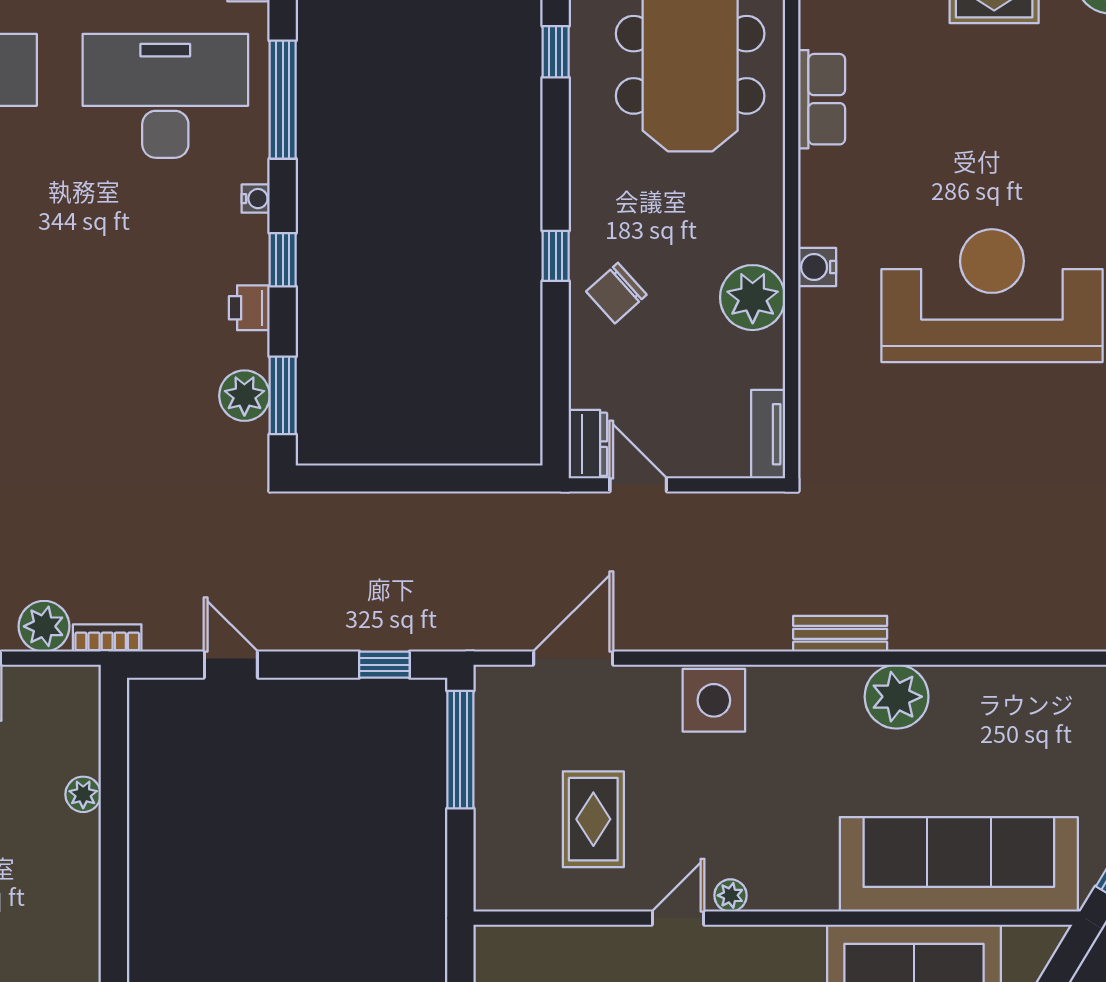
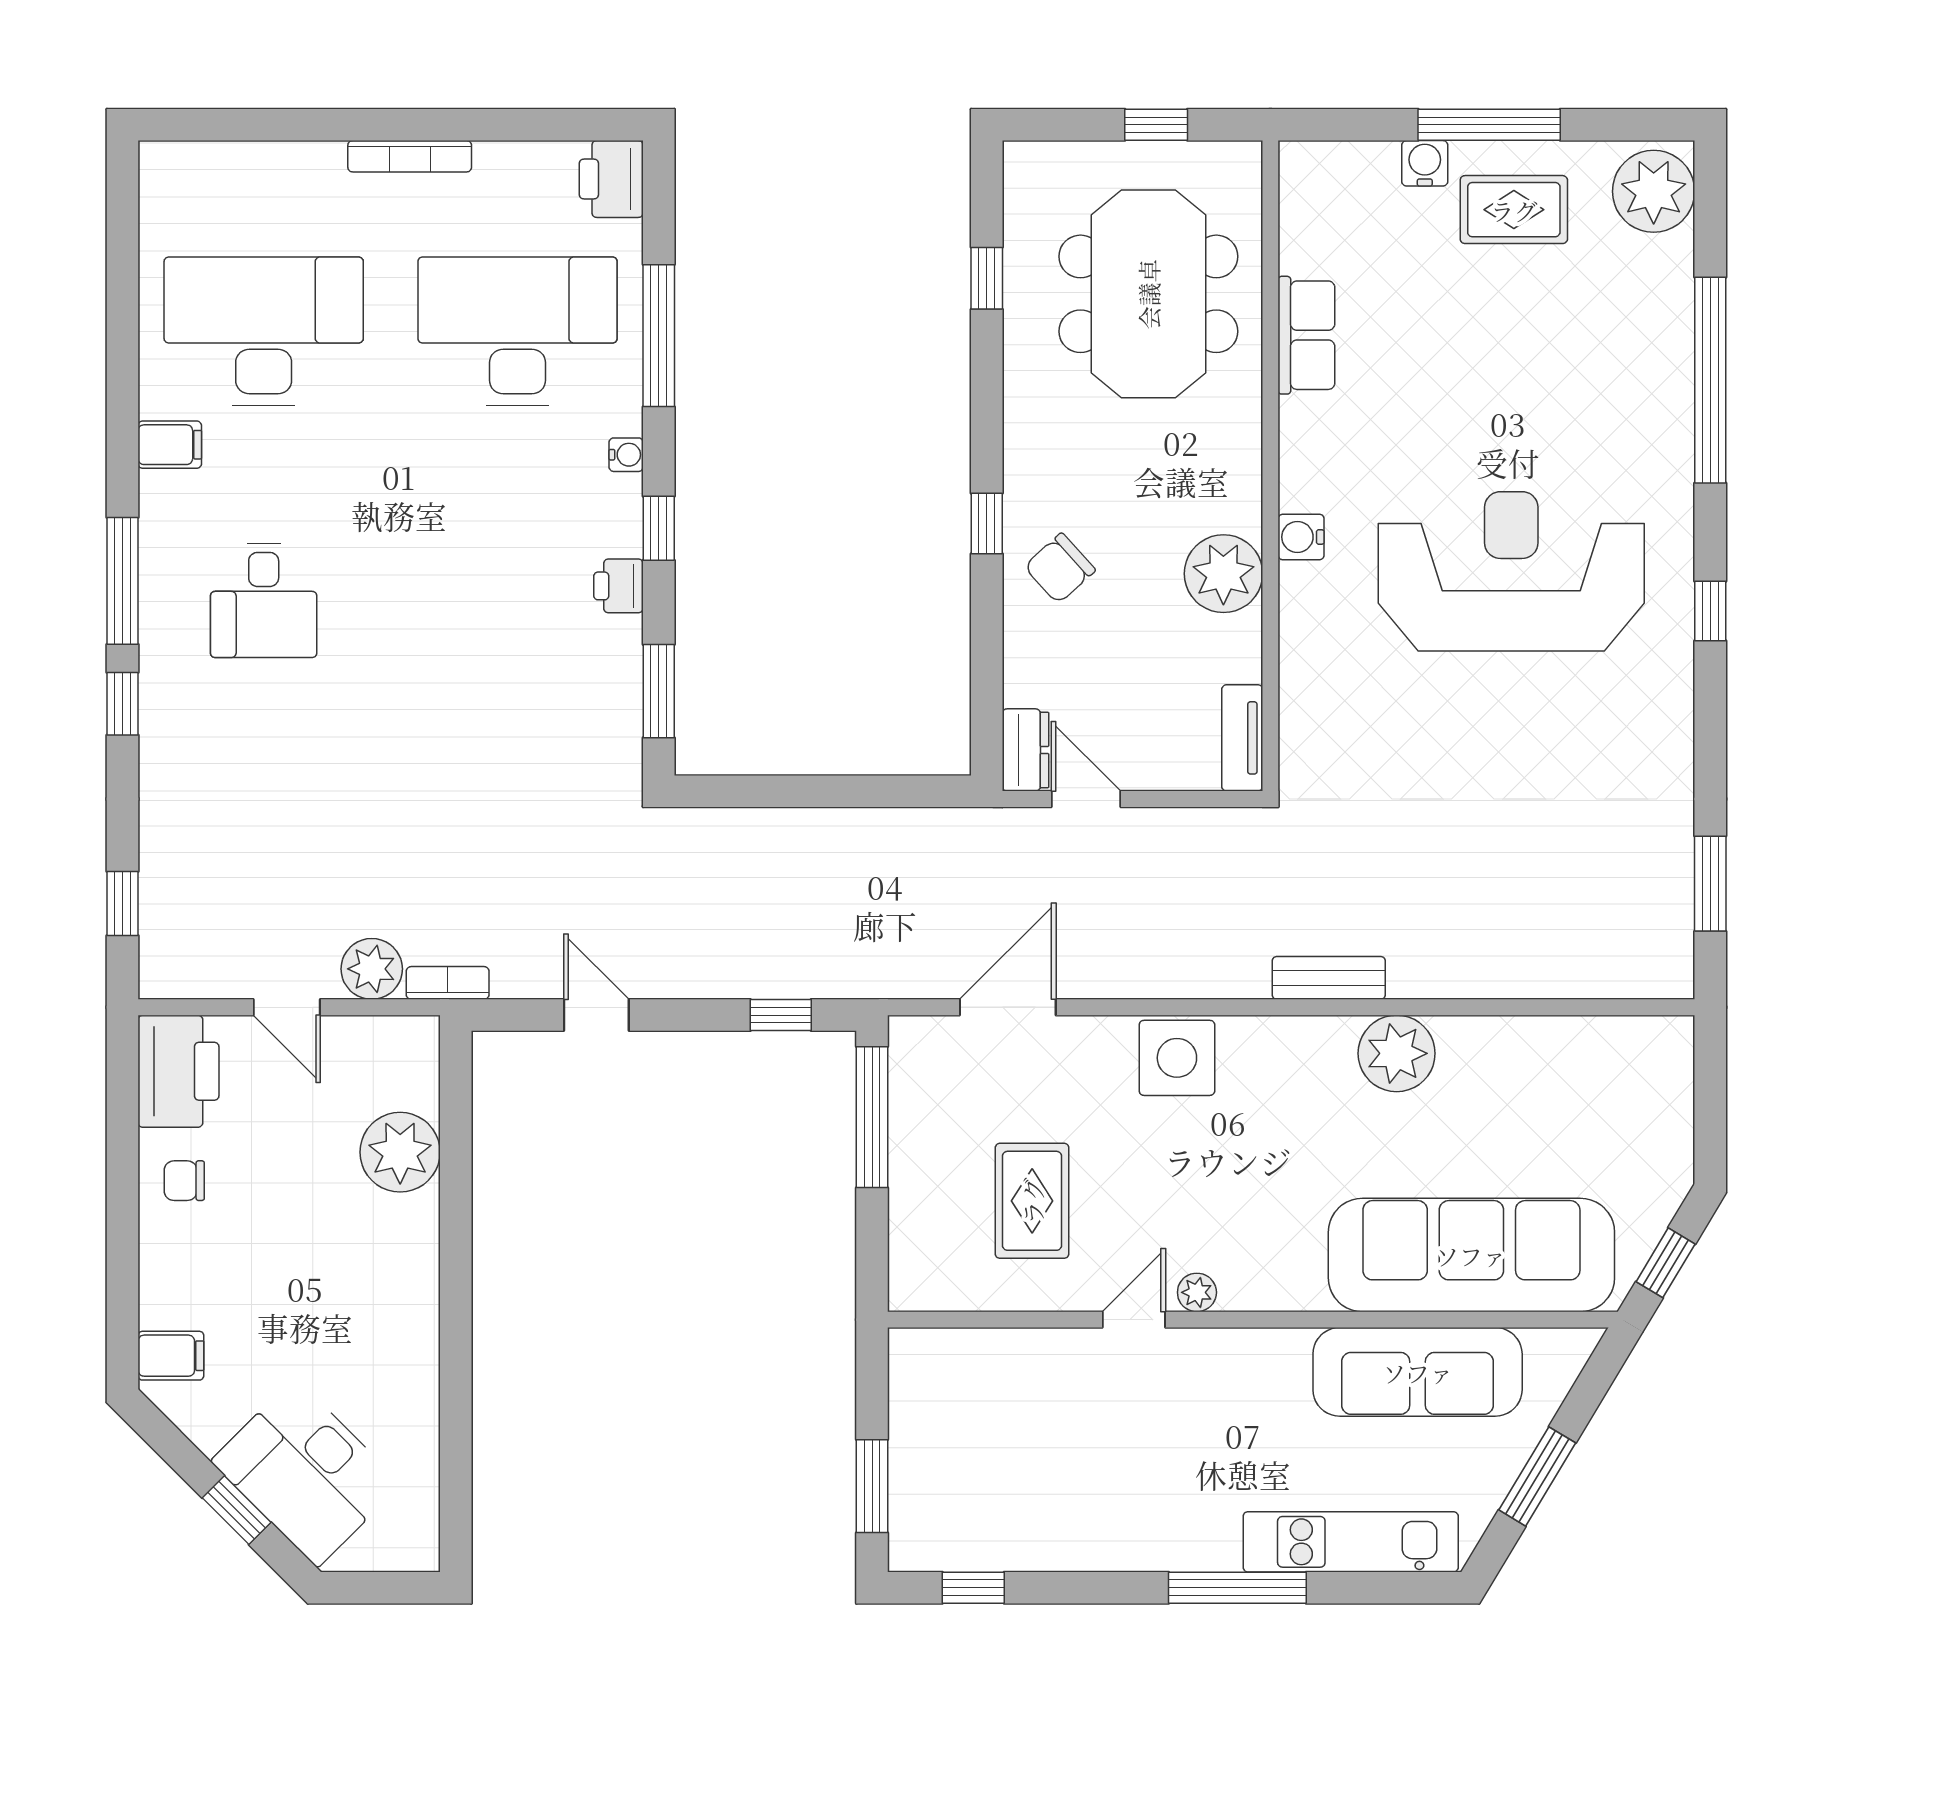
plant: (244, 396) -> (613, 692), removed
plant: (83, 794) -> (400, 1152), width x1.88, depth x1.88

